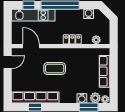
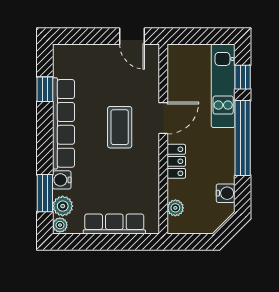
door: (31, 46) -> (163, 118), moved
row of seats: (35, 97) -> (63, 123), moved

